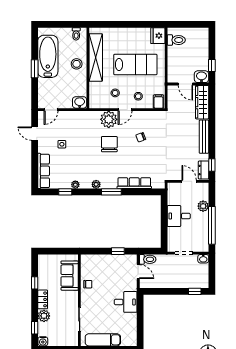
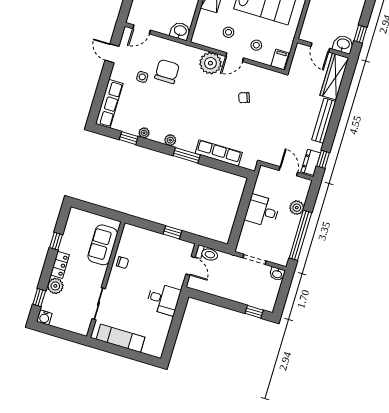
chair: (109, 144) -> (167, 71), moved

